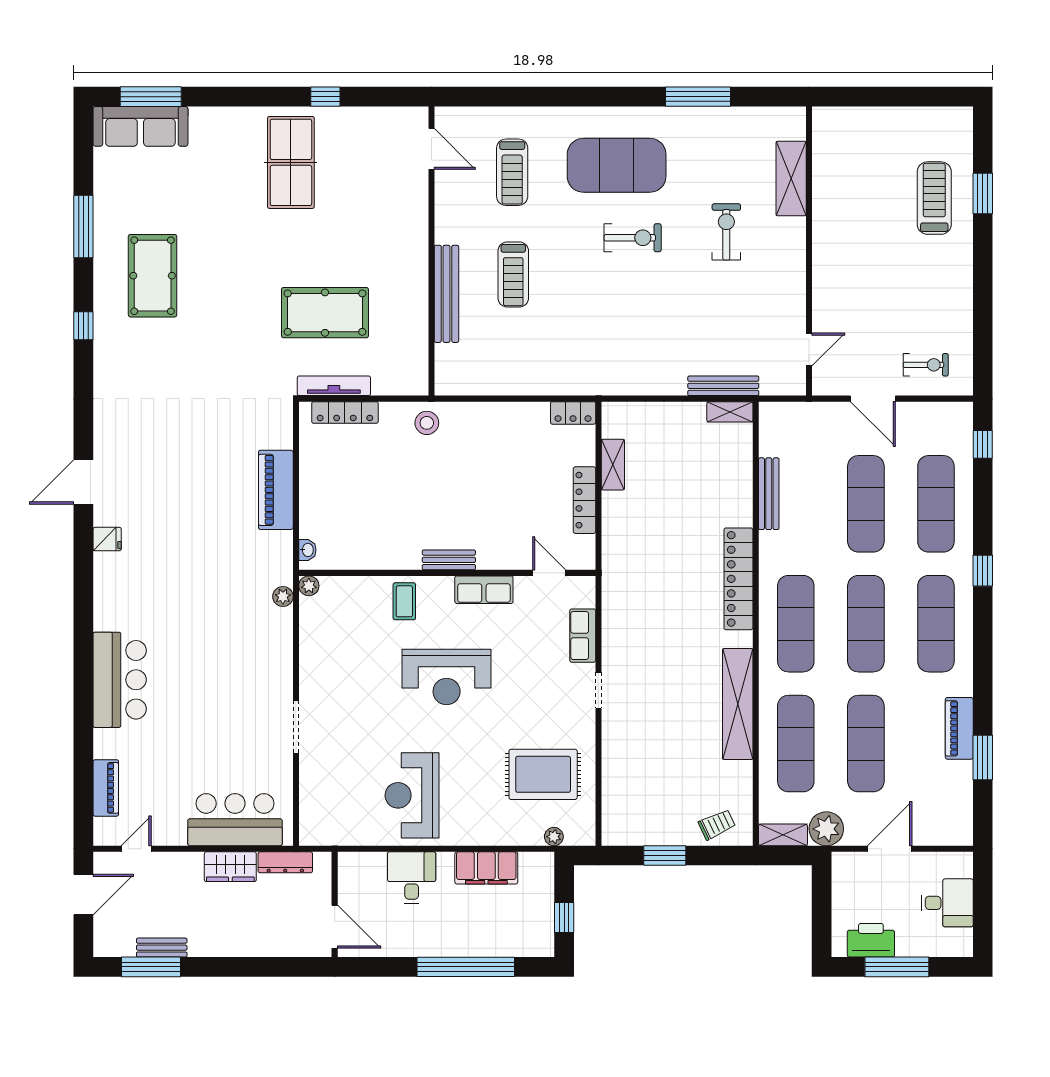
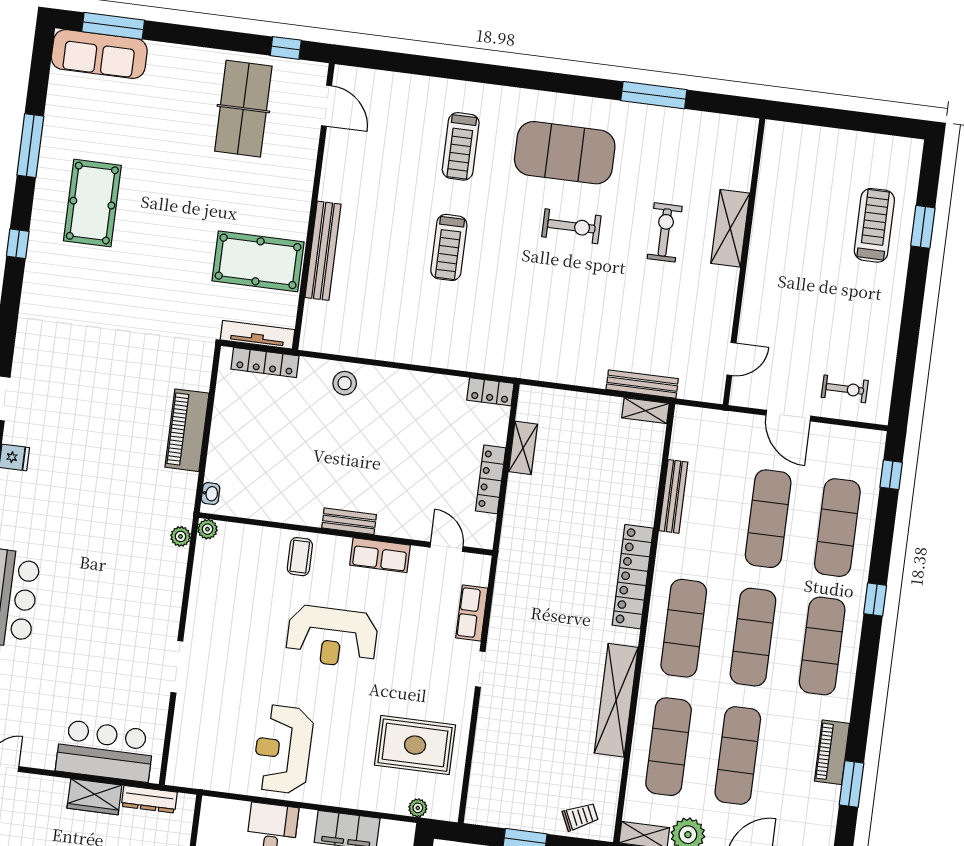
door: (431, 149) -> (327, 106), moved
shelving: (791, 179) -> (730, 228), moved
wall: (431, 251) -> (314, 207), moved
bench: (446, 294) -> (323, 251), moved

